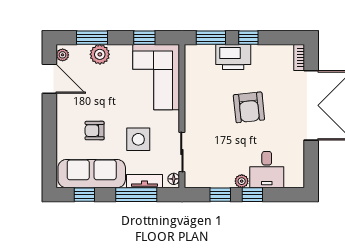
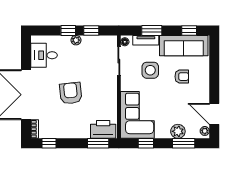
window: (248, 38) -> (49, 143), moved
printer: (233, 57) -> (103, 129), moved
desk: (267, 170) -> (44, 55), moved, turned -90
window: (136, 195) -> (152, 30), width x0.69

